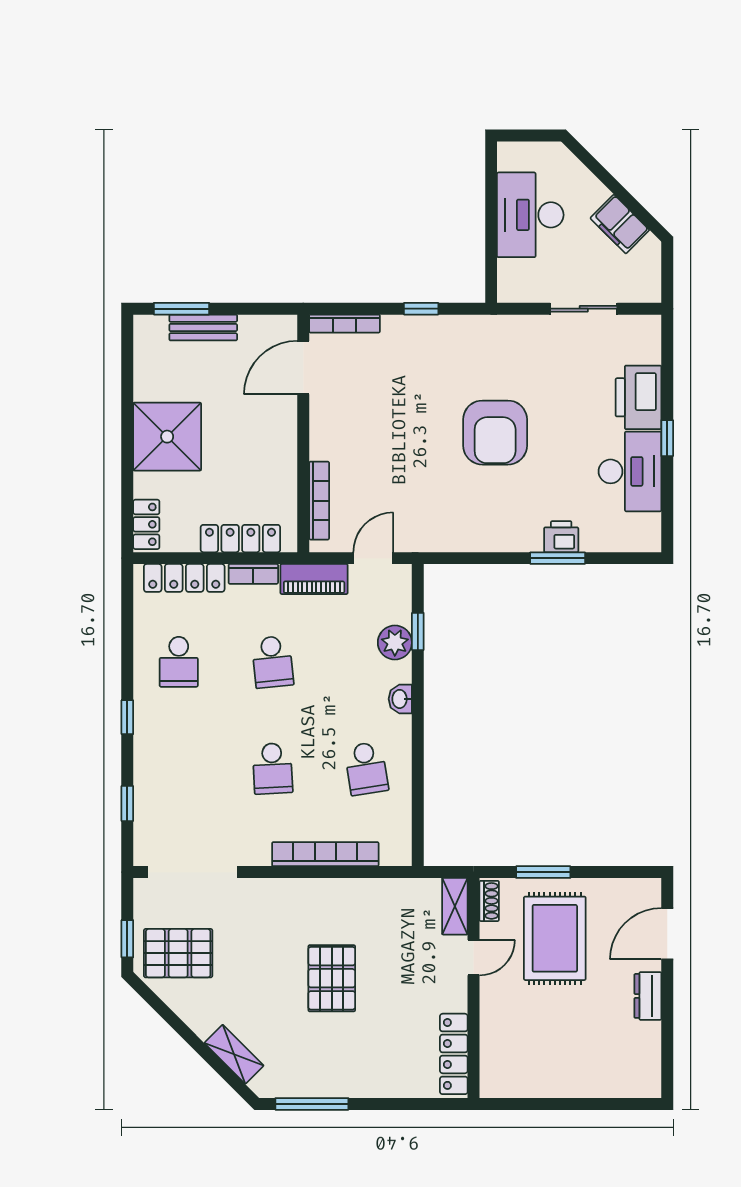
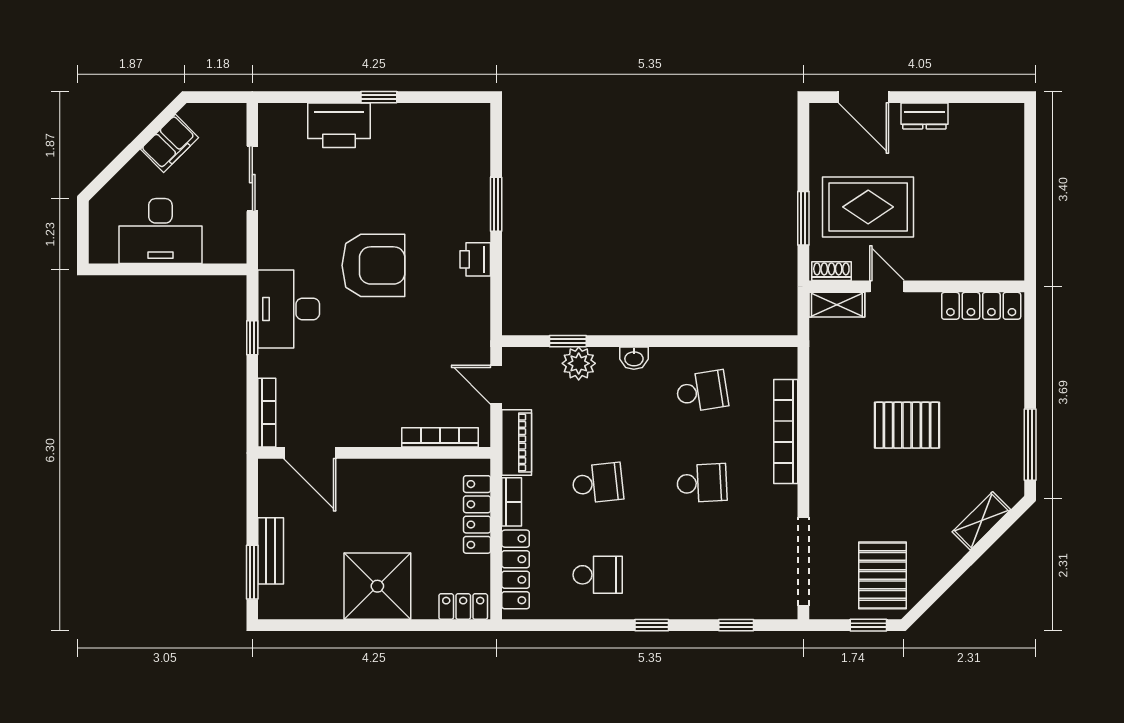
desk: (630, 471) -> (289, 309), moved, turned -90
printer: (561, 537) -> (475, 259), moved

